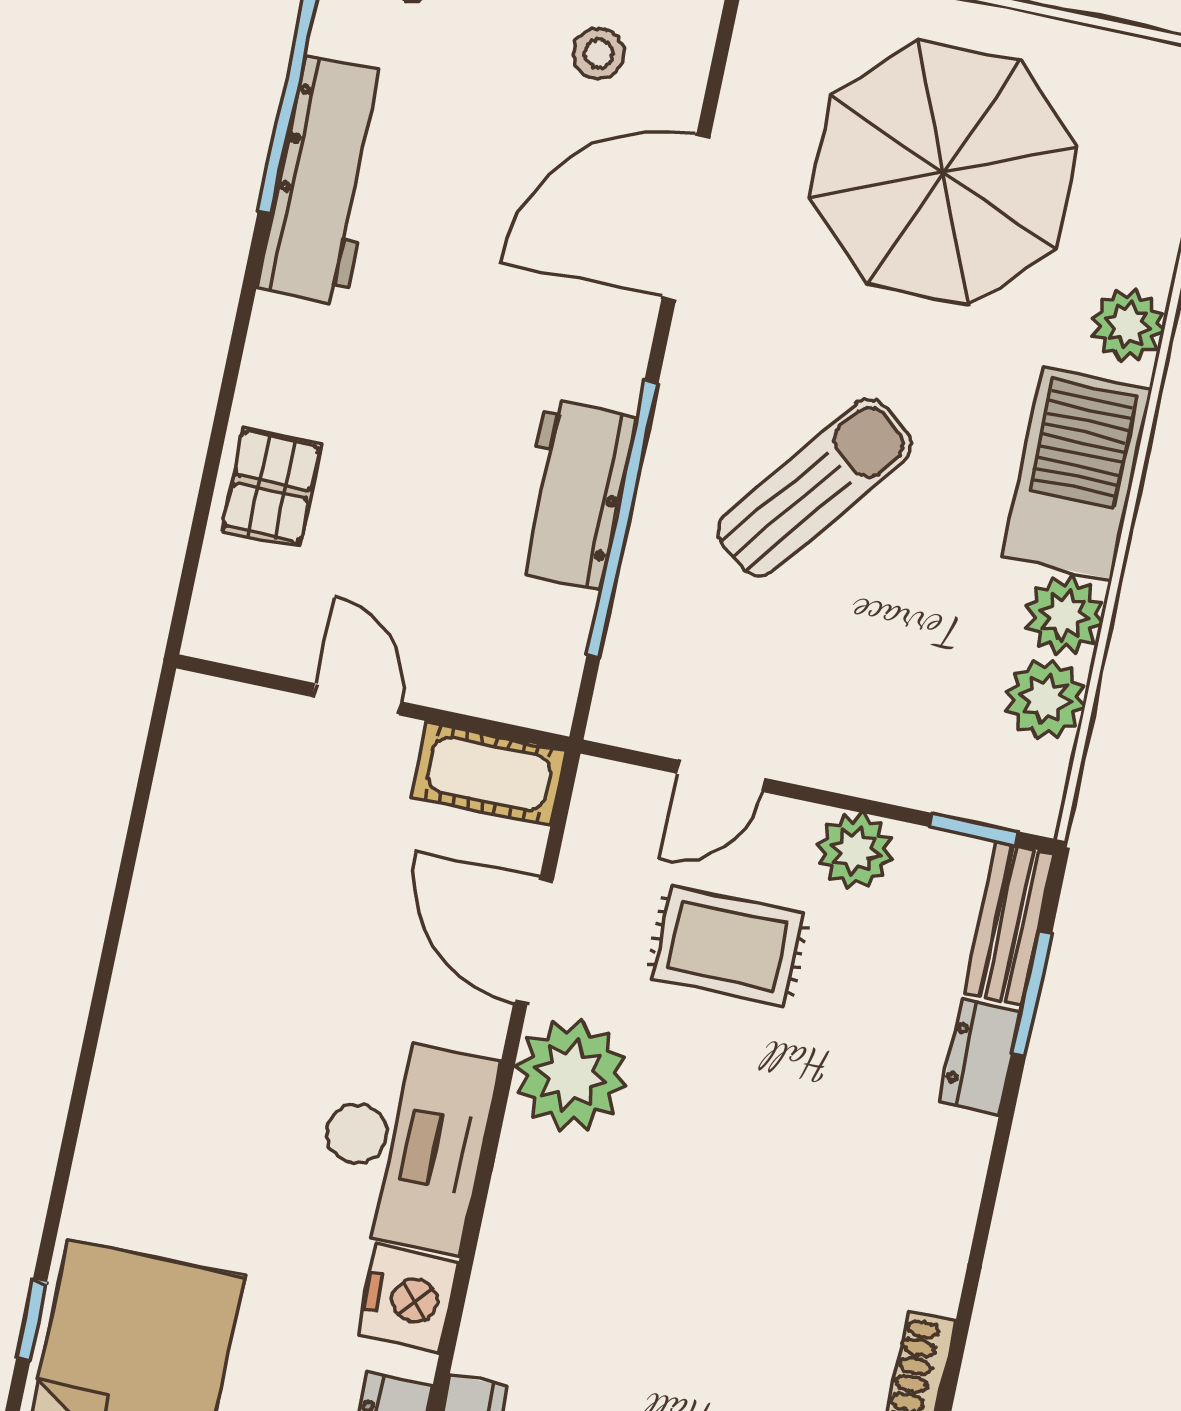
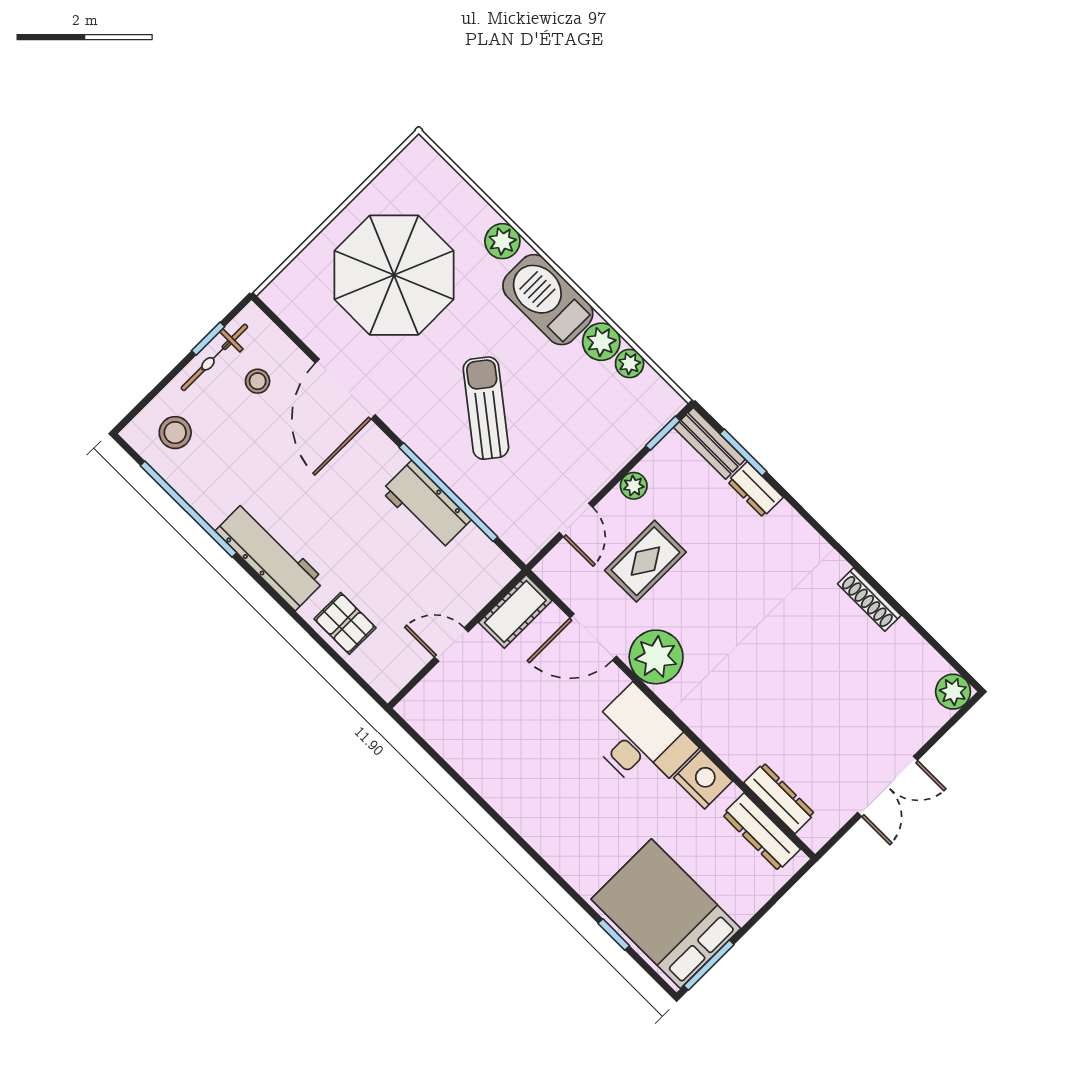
workbench: (325, 181) -> (270, 556), moved
plant: (1045, 699) -> (630, 364), width x0.73, depth x0.73
plant: (855, 851) -> (634, 486), width x0.73, depth x0.73

